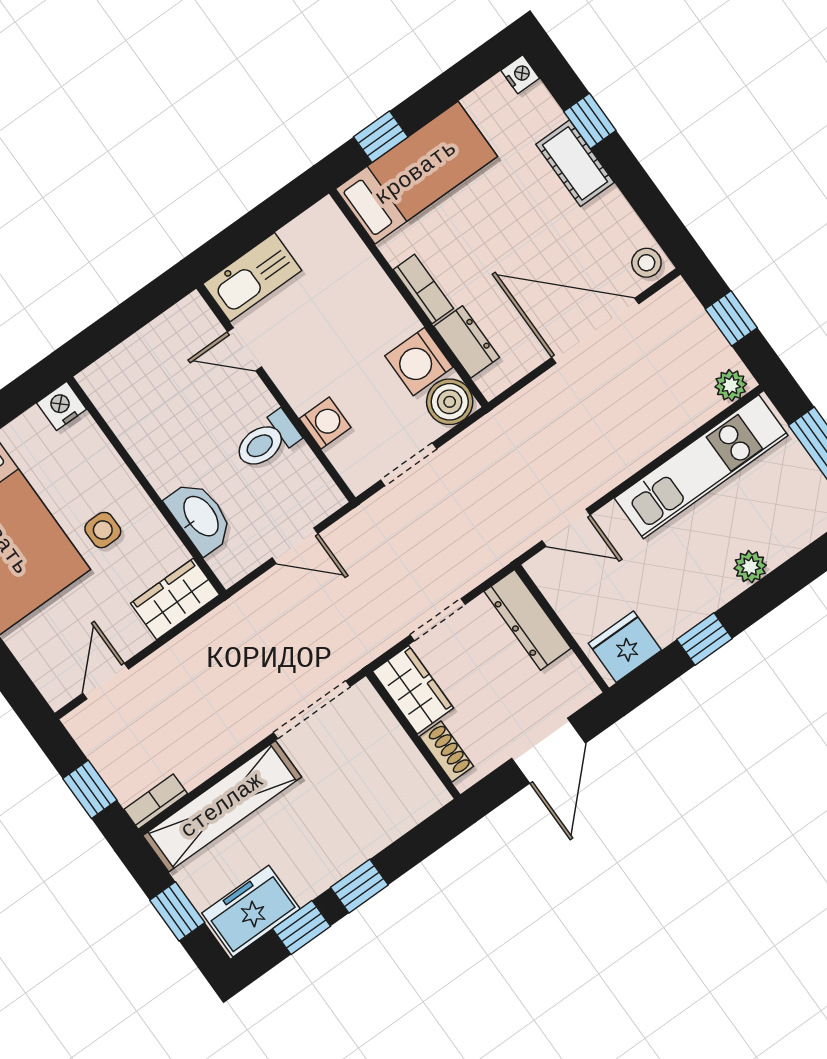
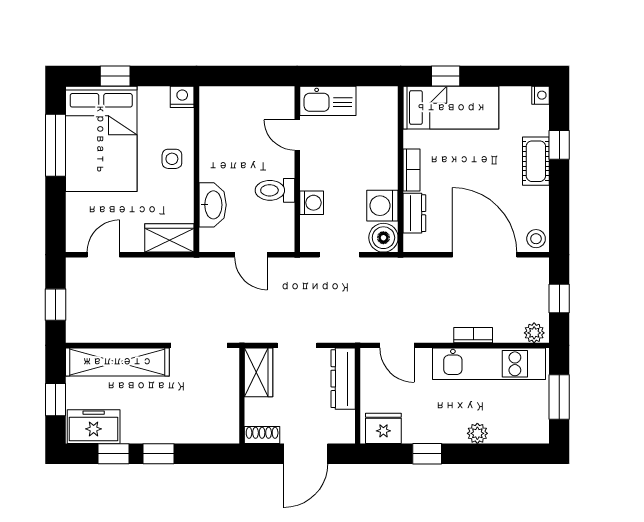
side table: (103, 530) -> (172, 159), moved
shoe rack: (446, 751) -> (262, 435), moved, turned -90
bookcase: (156, 802) -> (473, 335), moved

